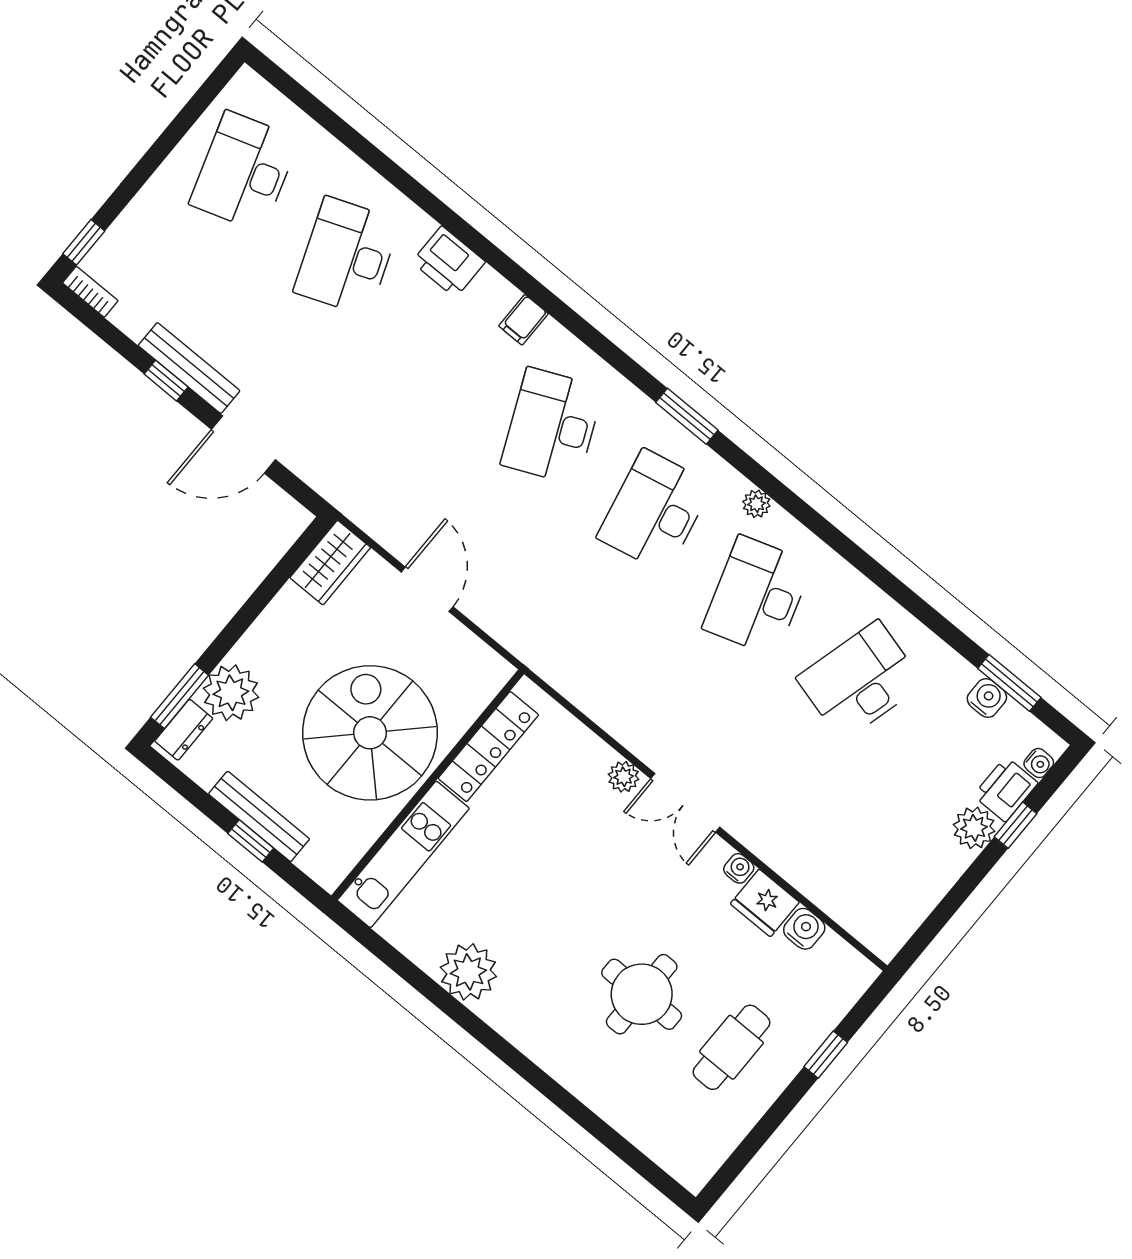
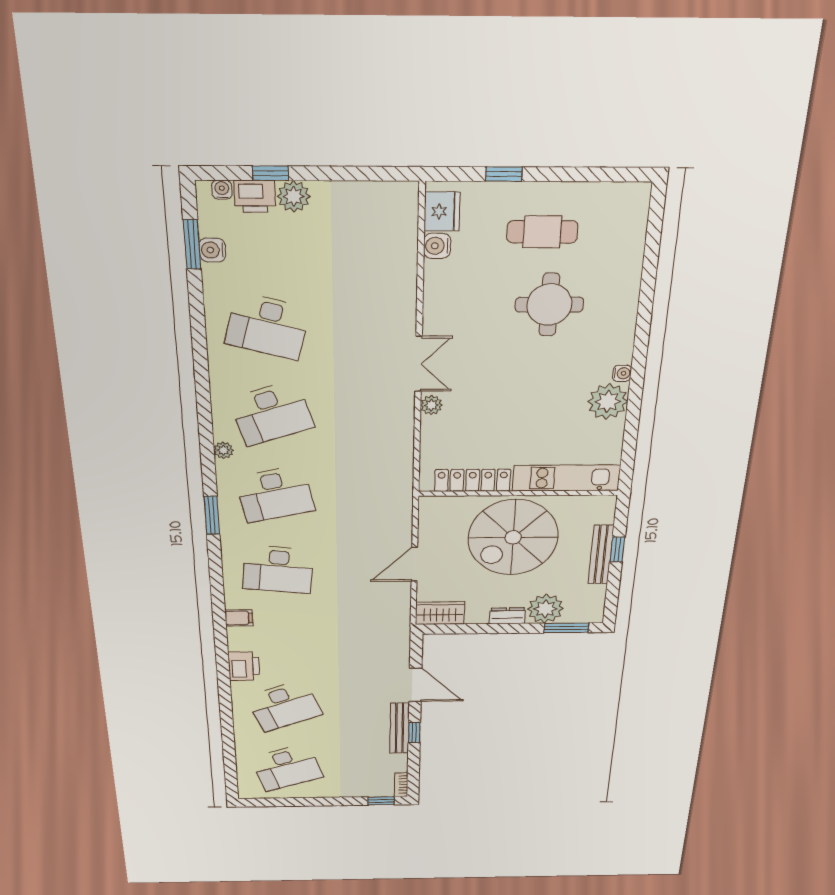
desk: (552, 426) -> (278, 569), turned 30
dresser: (184, 730) -> (507, 616), moved
water cooler: (739, 868) -> (622, 373), moved, turned 180
fridge: (765, 903) -> (442, 211), moved

